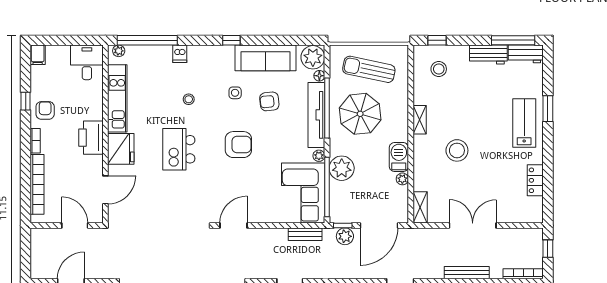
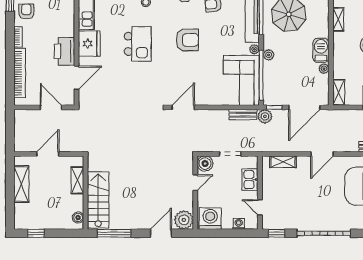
printer: (91, 138) -> (64, 51), moved
kitchen island: (179, 149) -> (138, 44), turned 180
plant: (342, 168) -> (269, 55), width x0.53, depth x0.53
plant: (345, 236) -> (265, 116), moved

